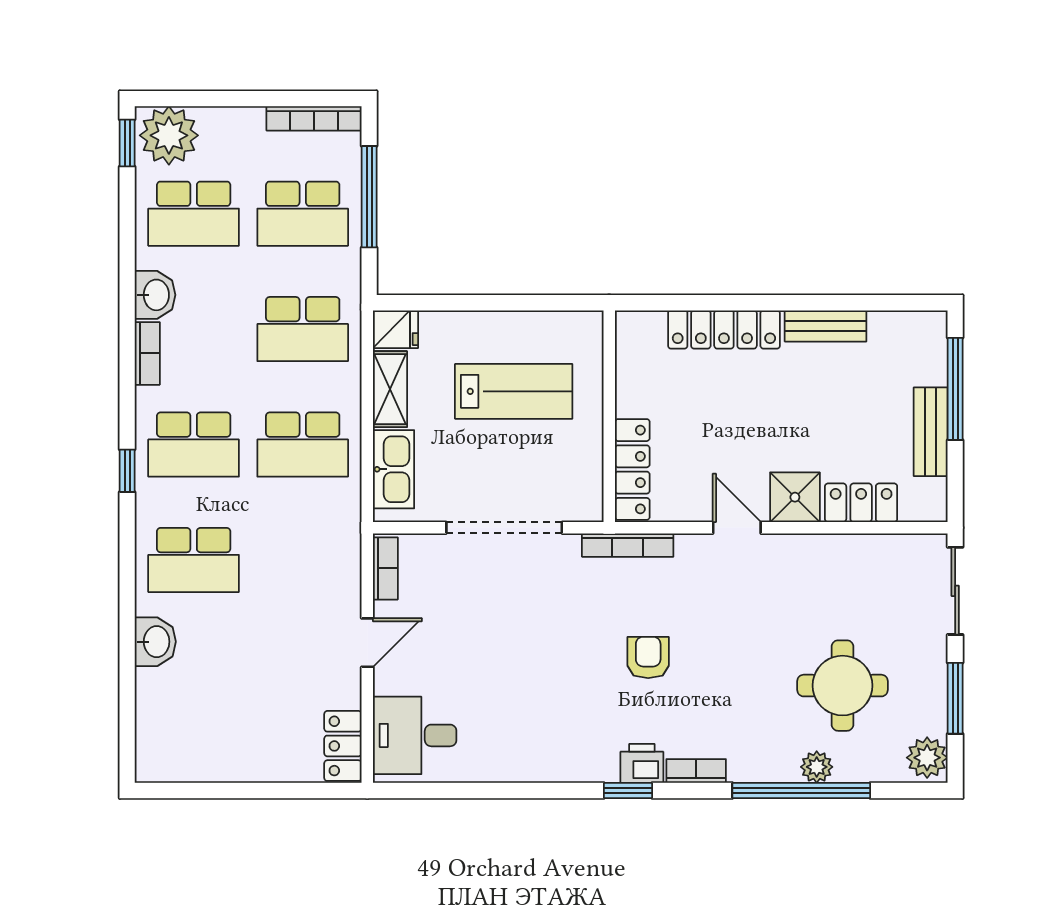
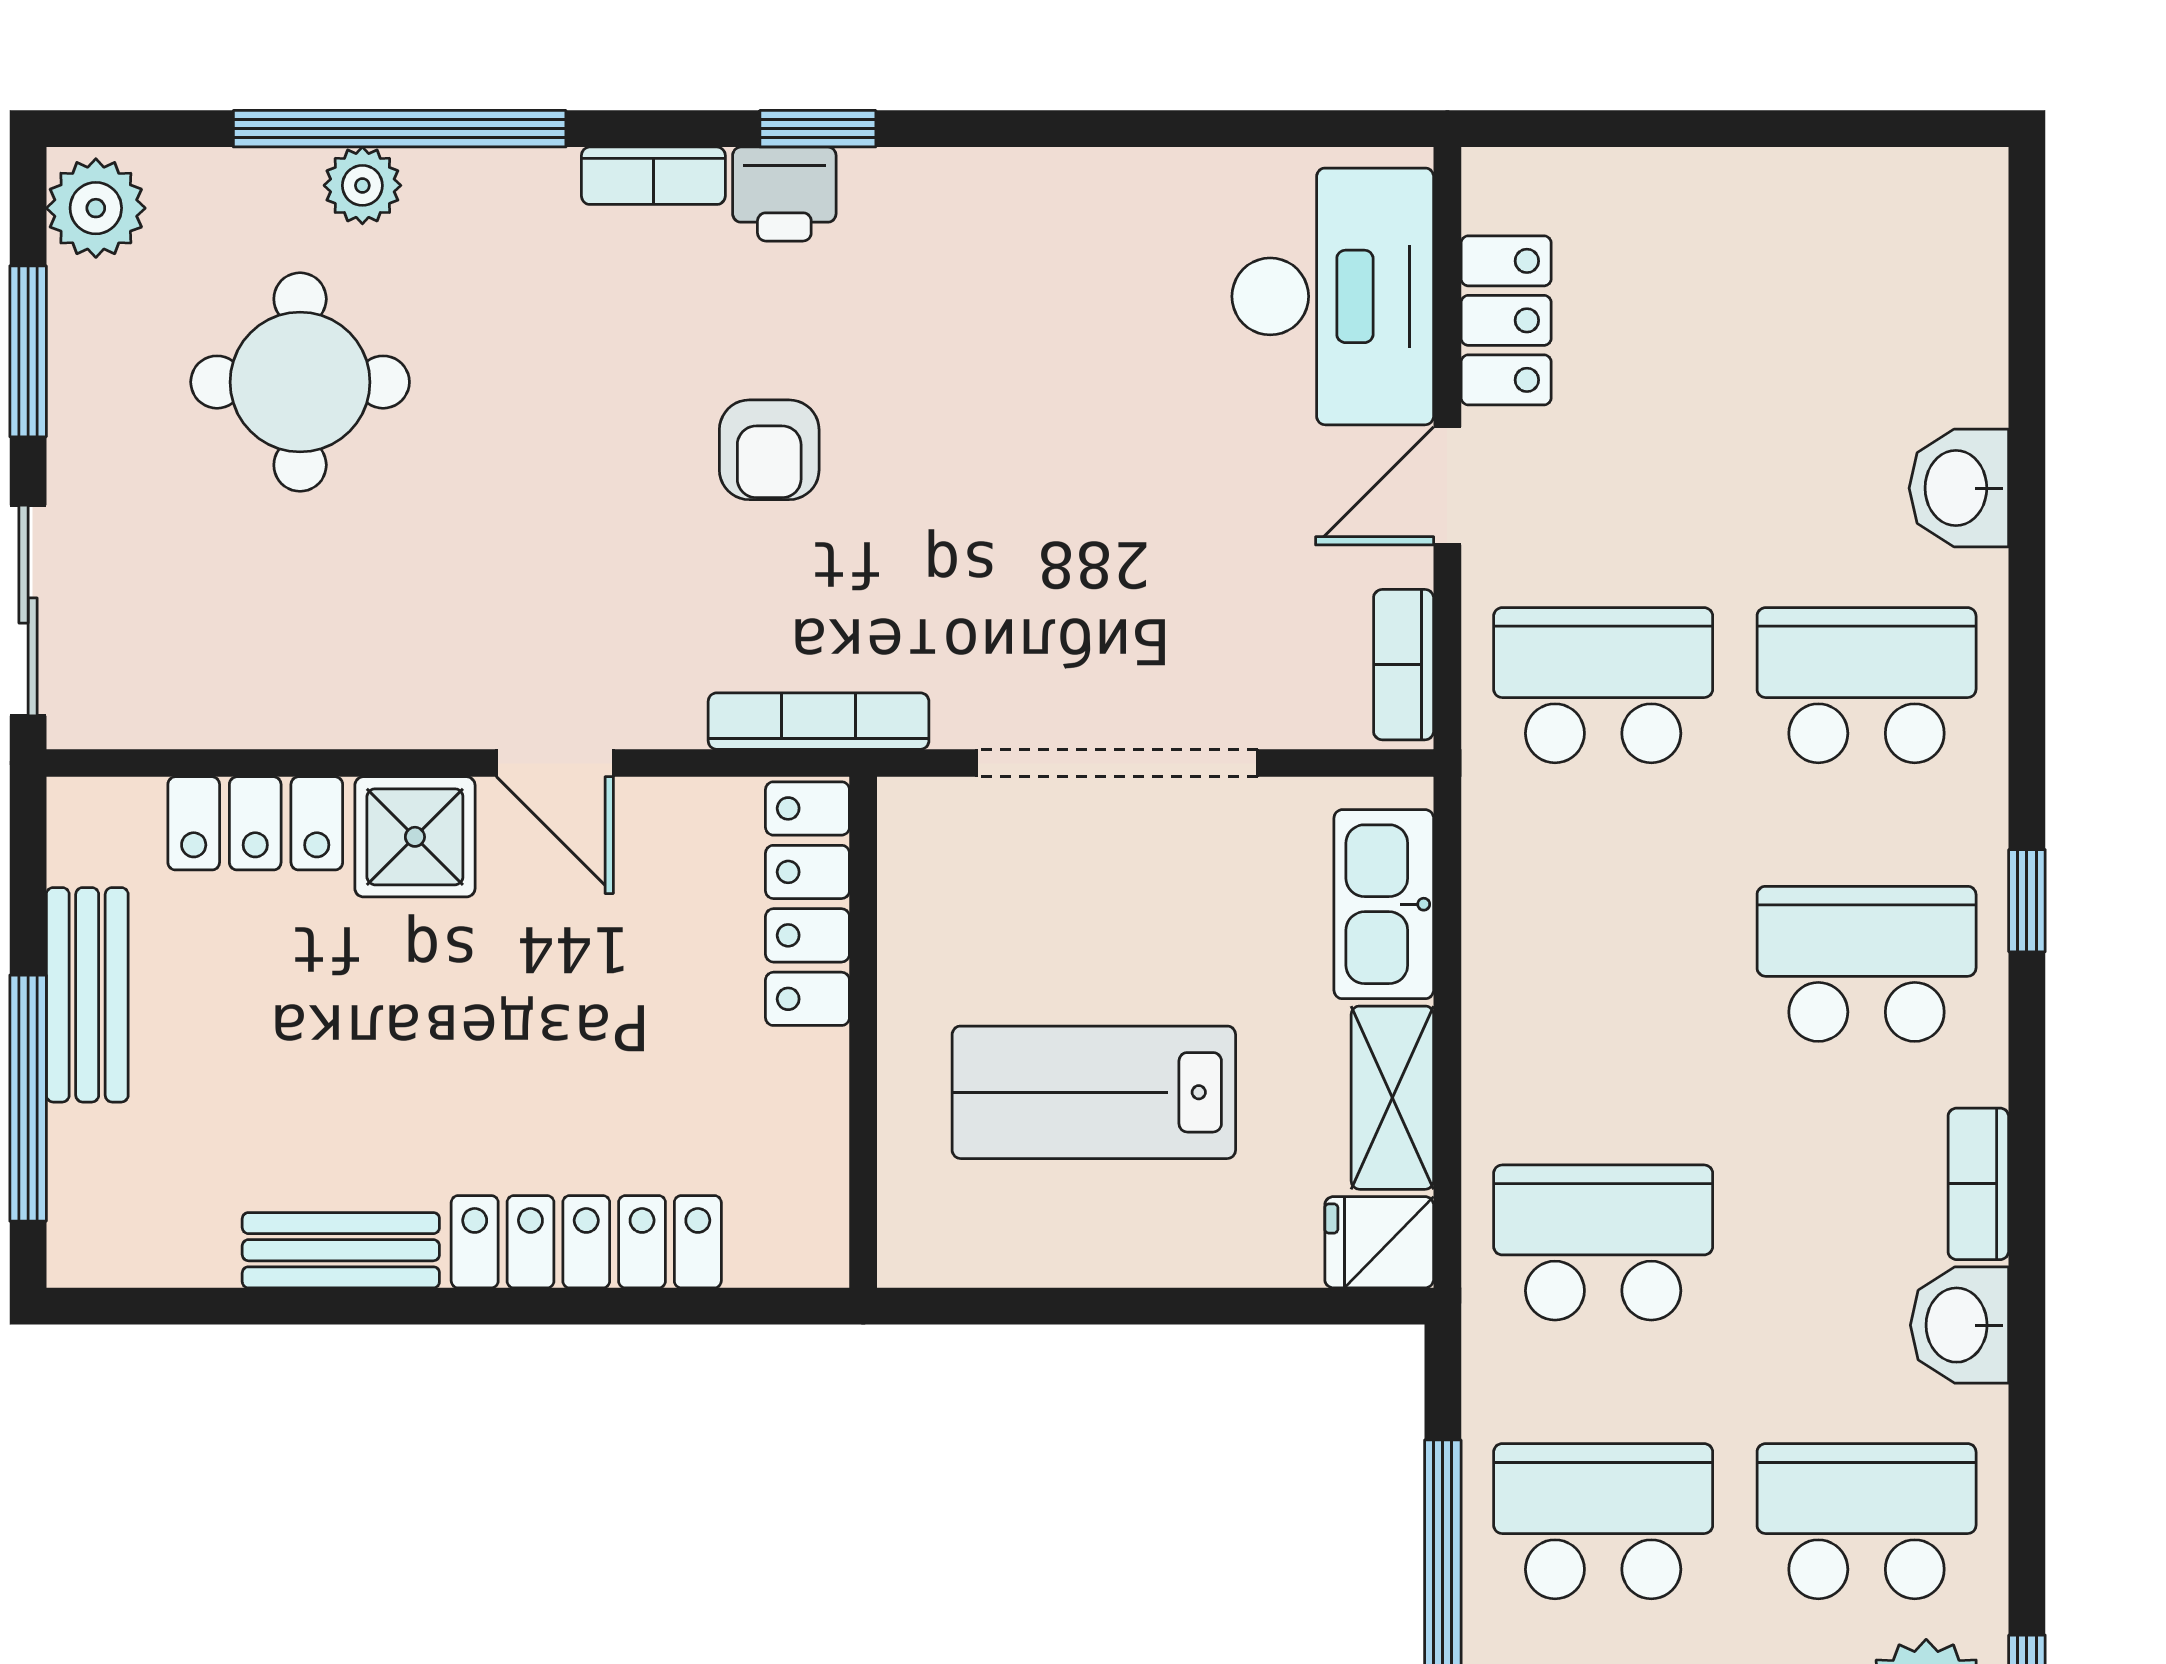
school desk: (303, 445) -> (1603, 685), moved
desk: (415, 735) -> (1333, 296), width x1.37
locker: (343, 746) -> (1506, 320), moved

